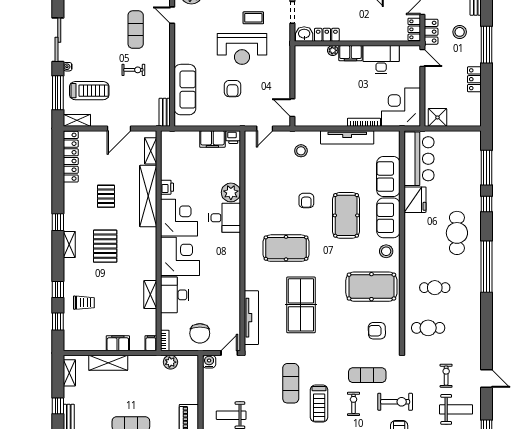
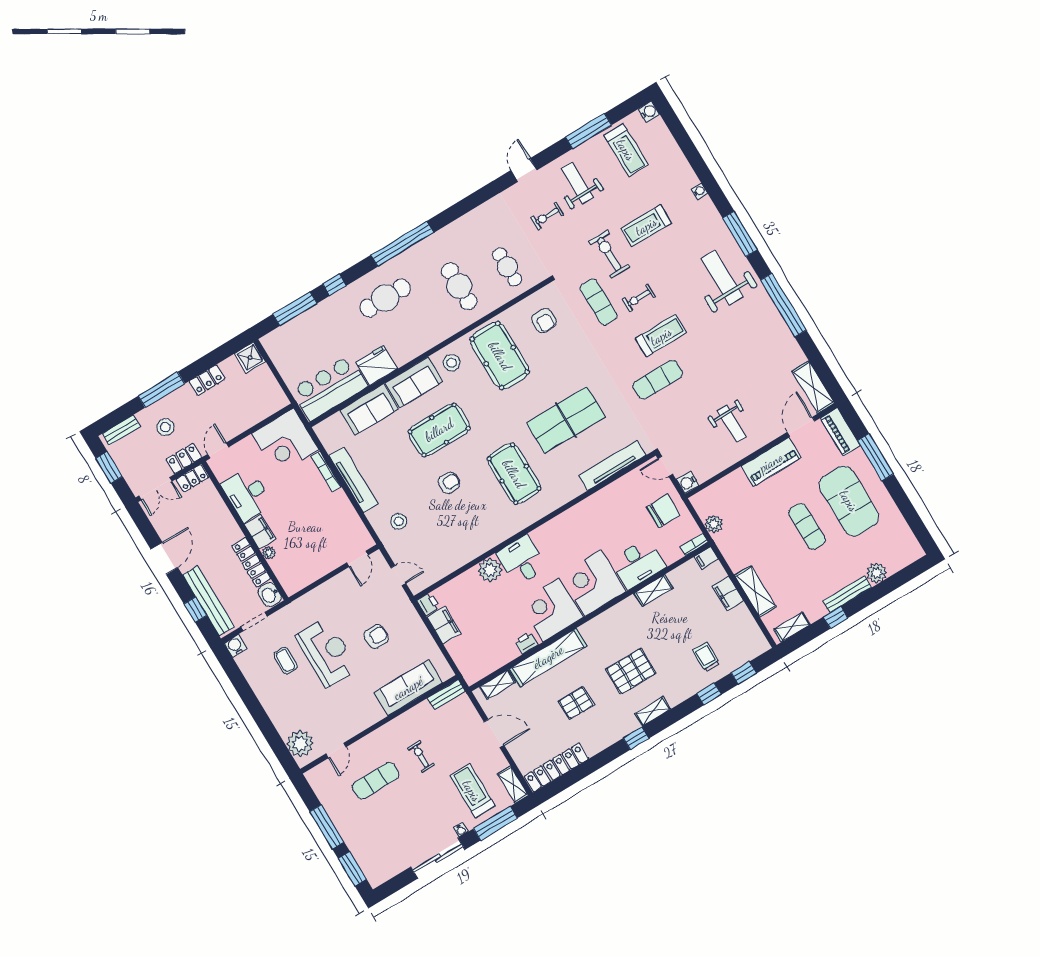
locker: (327, 35) -> (251, 562), width x1.53
shower: (437, 117) -> (250, 358), moved
cafe table: (435, 288) -> (459, 286), width x1.37, depth x1.35

